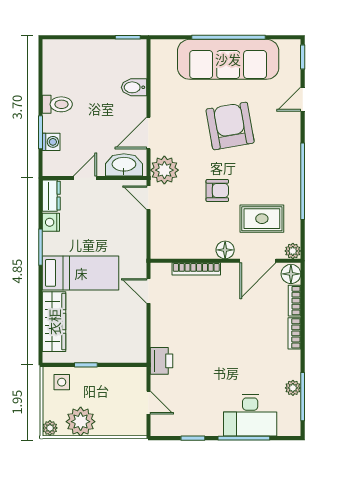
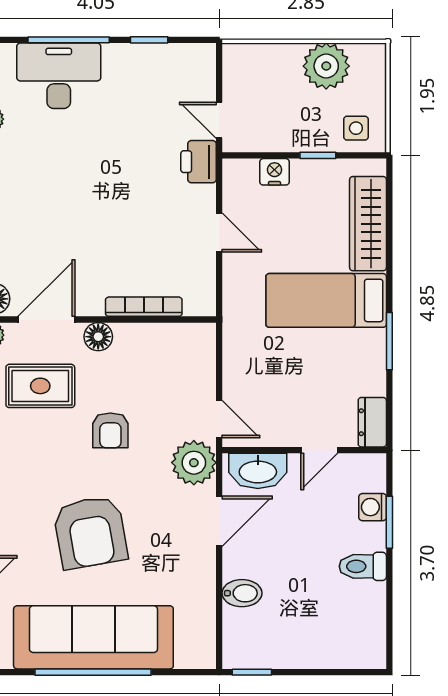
armchair: (217, 190) -> (110, 430), turned -90
nightstand: (51, 222) -> (274, 172), moved, turned -90
door: (148, 291) -> (219, 233), moved
door: (148, 403) -> (219, 120), moved
plant: (50, 428) -> (374, 56), removed

